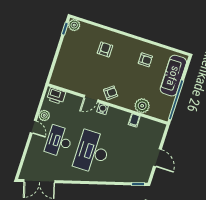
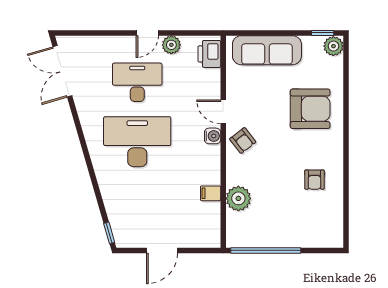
armchair: (105, 49) -> (310, 109), width x1.88, depth x1.88
sofa: (173, 76) -> (267, 50), moved, turned 180

